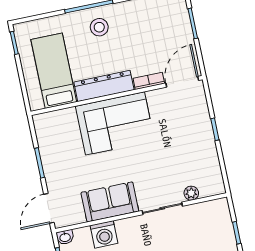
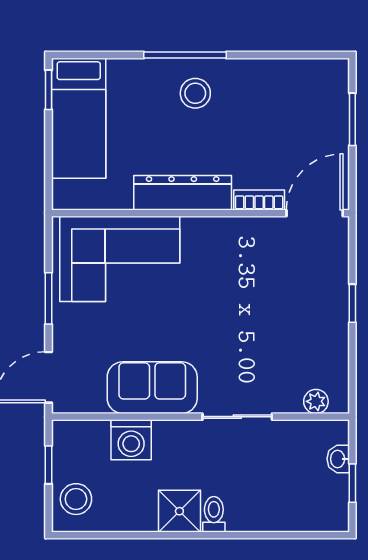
bed: (54, 71) -> (79, 118), moved, turned 180
corner sofa: (115, 123) -> (120, 259), moved
plant: (191, 193) -> (316, 401), moved
washbasin: (65, 237) -> (338, 459), moved, turned 90

